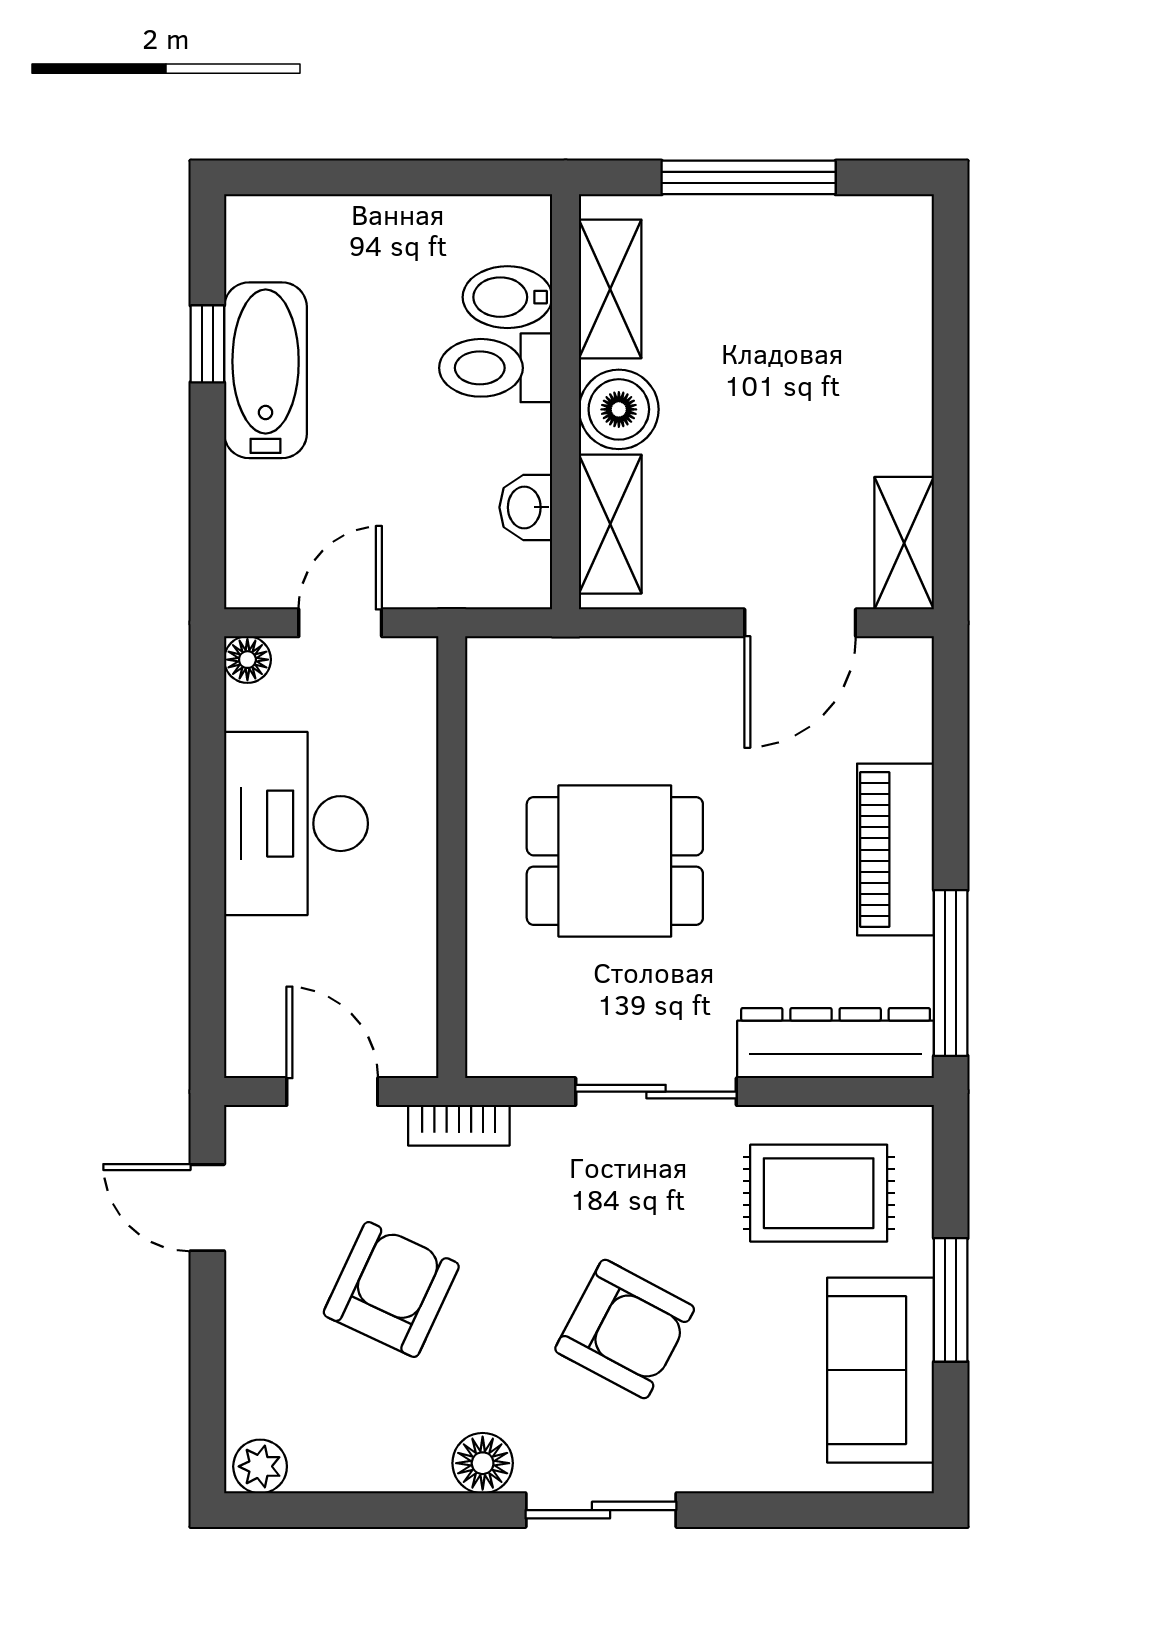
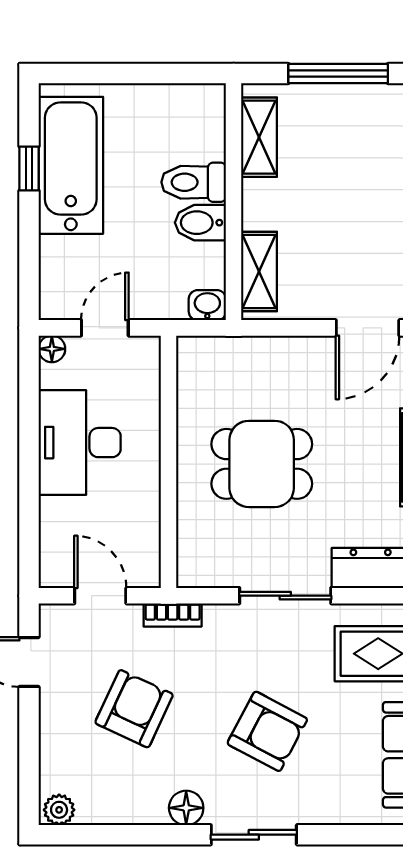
bidet: (507, 297) -> (200, 223), moved
bathtub: (266, 370) -> (71, 165), width x1.36, depth x1.36
boiler: (619, 409) -> (264, 206), removed
washbasin: (526, 507) -> (207, 305), moved, turned 90

